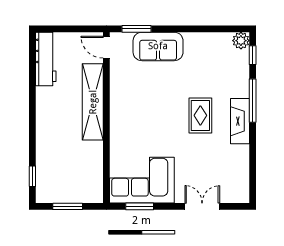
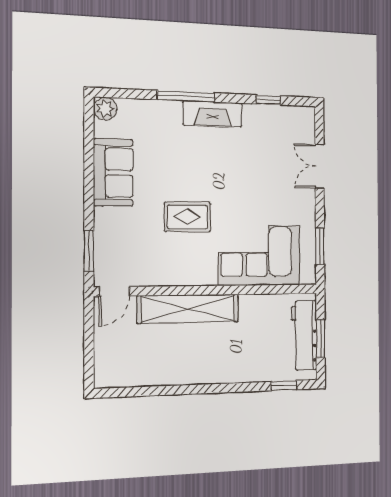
sofa: (158, 46) -> (113, 172), moved
window: (253, 55) -> (269, 100), moved
workbench: (46, 59) -> (304, 335), moved, turned -90
rug: (200, 115) -> (188, 217), moved
corner sofa: (142, 180) -> (259, 255), moved, turned 90

